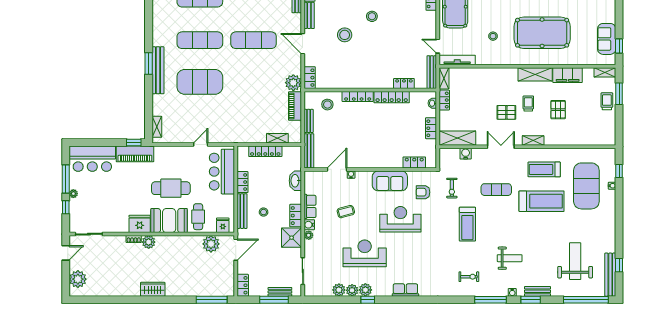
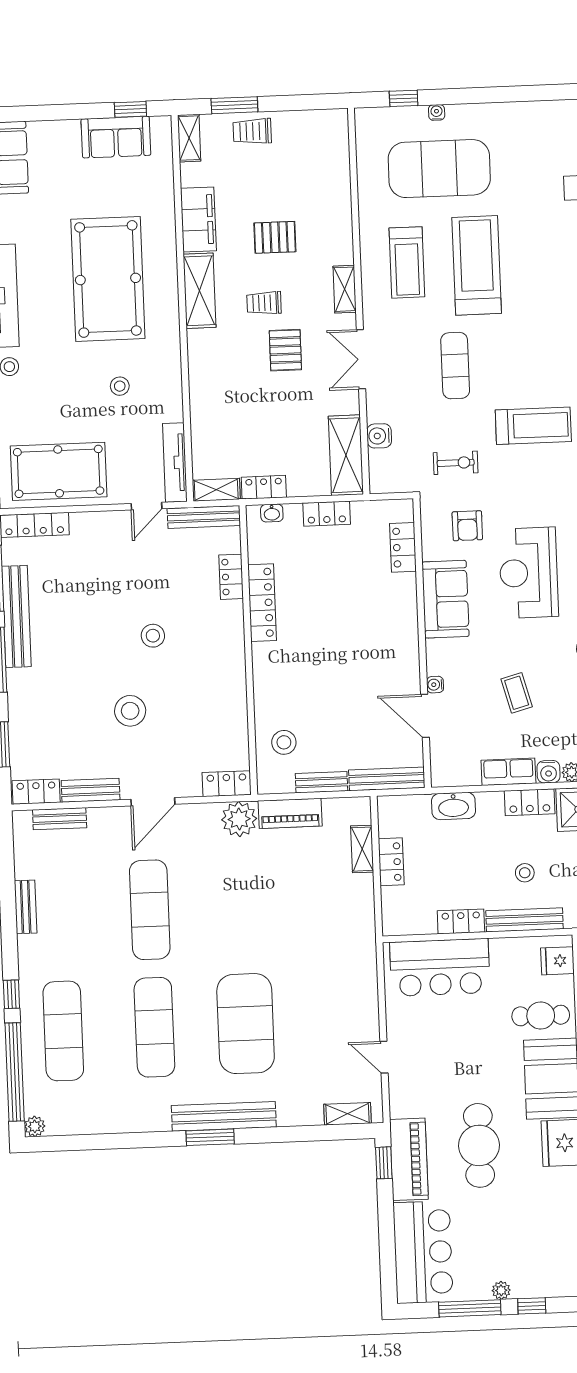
stool: (372, 16) -> (153, 636), moved
locker: (358, 96) -> (264, 677), removed
door: (201, 144) -> (384, 1057), moved
locker: (265, 151) -> (391, 862), width x0.66
cafe table: (171, 188) -> (479, 1145), moved

